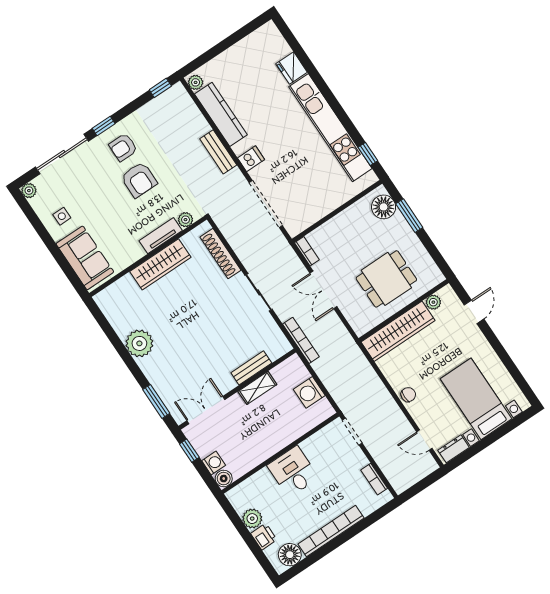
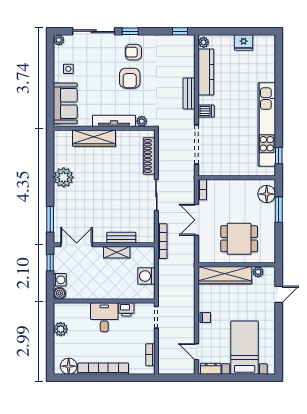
fridge: (292, 68) -> (244, 42), moved, turned -90
tv unit: (161, 236) -> (114, 121), width x1.41
wardrobe: (160, 264) -> (94, 138), moved
printer: (264, 537) -> (126, 309), moved, turned 90

